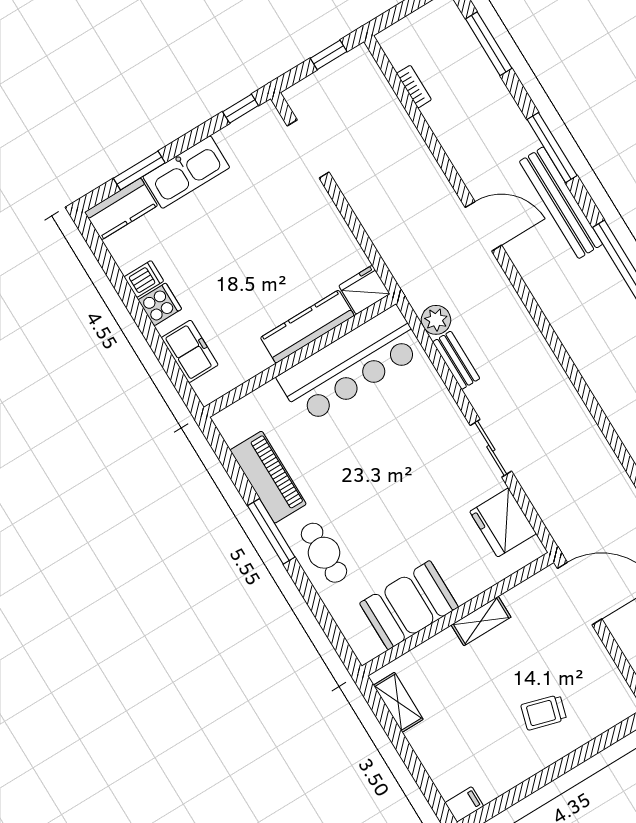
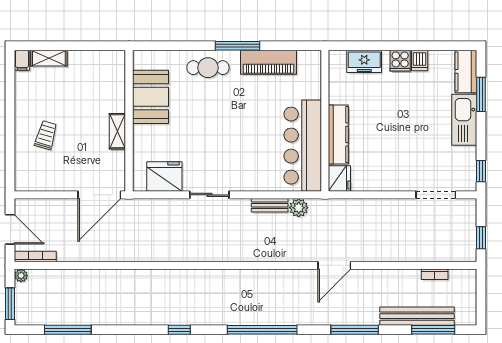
bench: (561, 203) -> (417, 316), moved
shelving: (398, 702) -> (49, 58), moved

